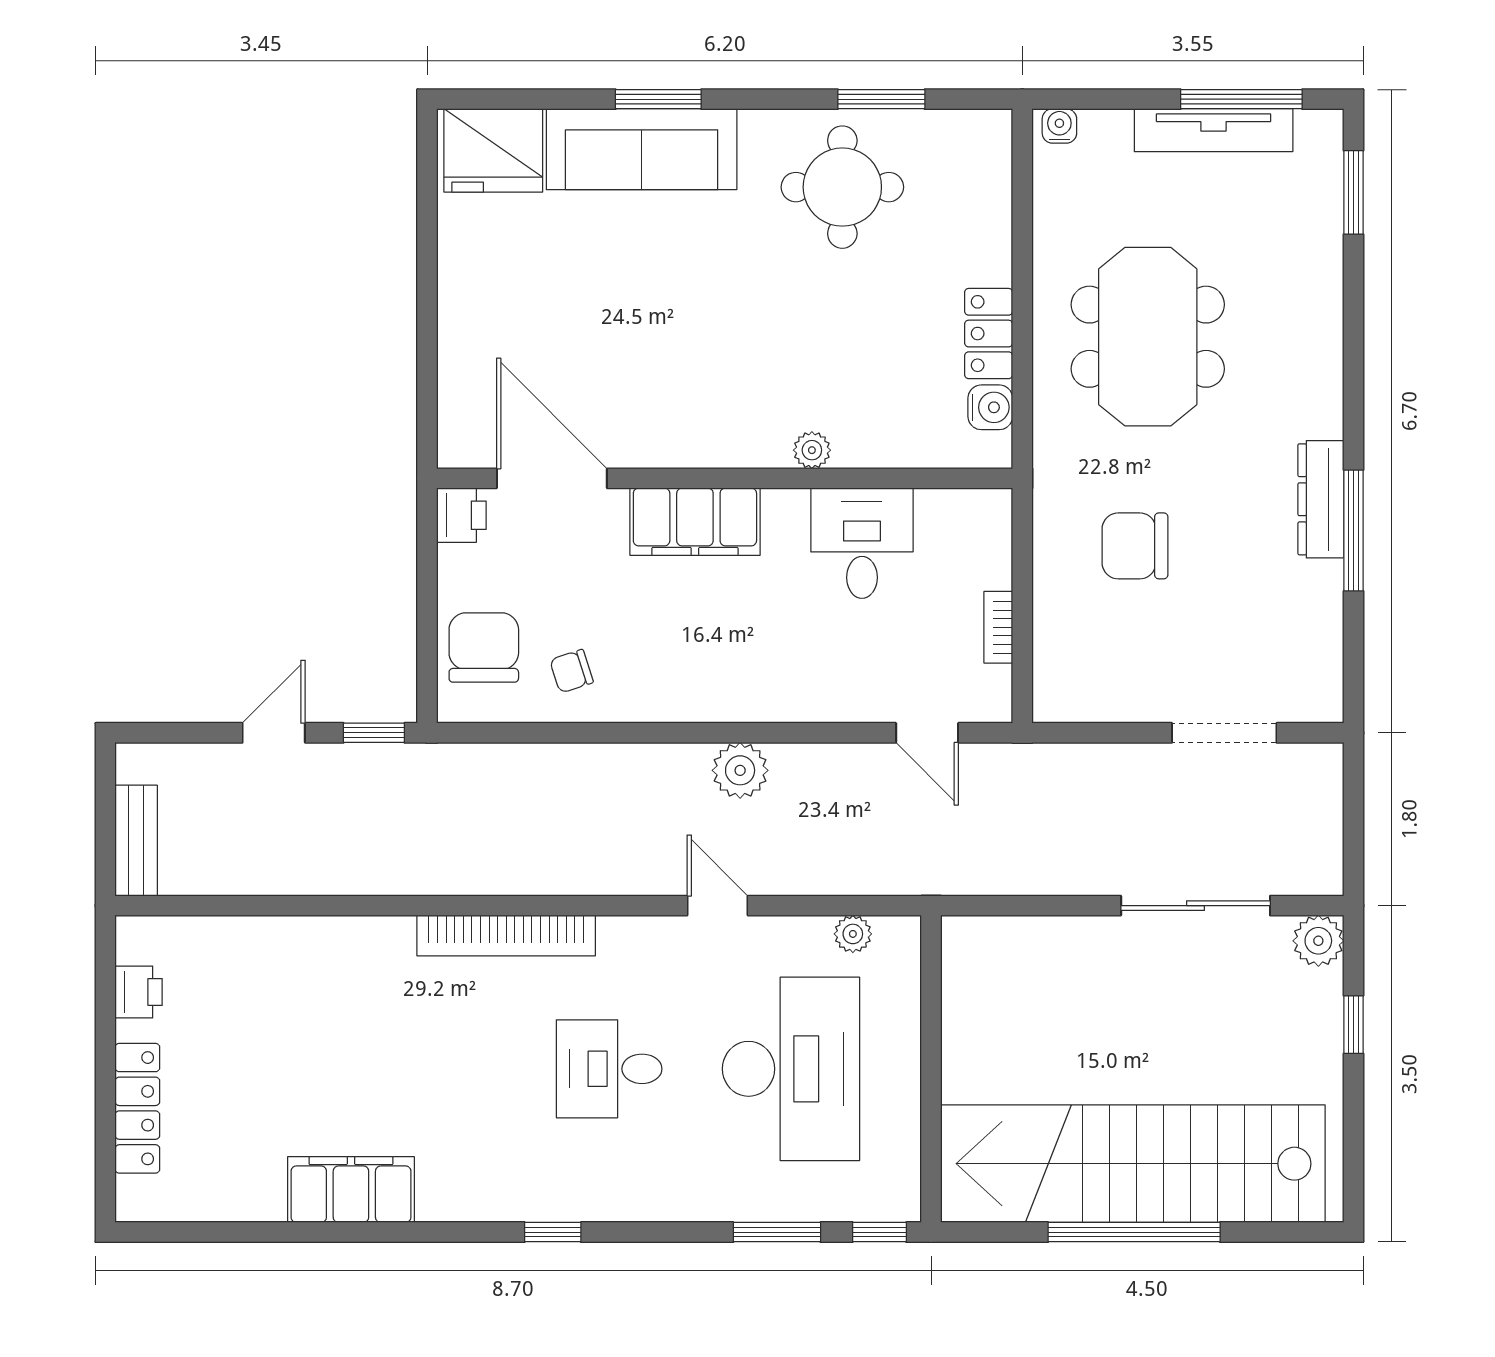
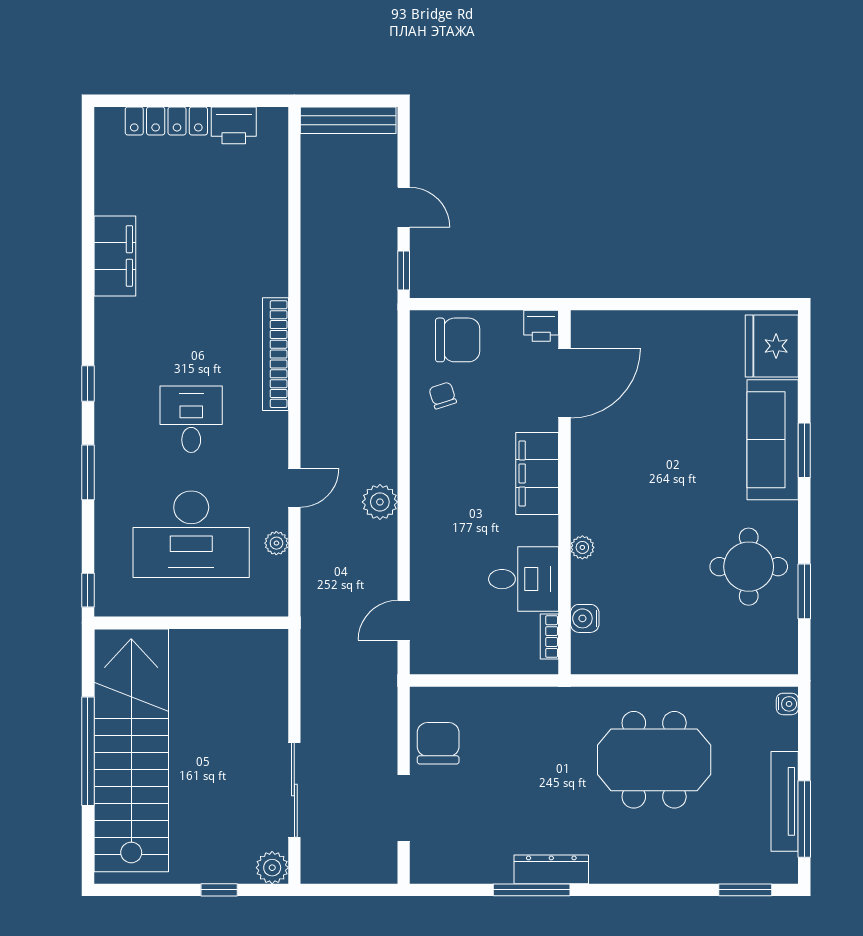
locker: (989, 334) -> (656, 659), removed
water cooler: (990, 407) -> (585, 618), moved, turned 90
chair: (1135, 546) -> (438, 743), moved
bookcase: (998, 627) -> (549, 637), moved, turned -90
bench: (136, 841) -> (348, 120), width x1.36
plant: (853, 934) -> (276, 543), moved
printer: (139, 992) -> (234, 125), width x1.36, depth x1.24
window: (777, 1232) -> (88, 472), moved

